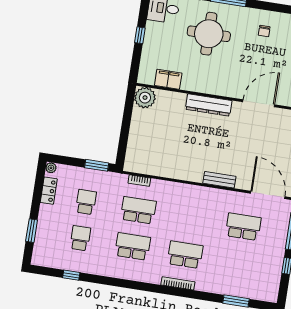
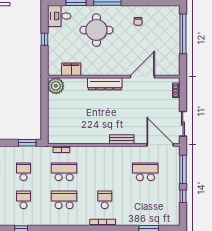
school desk: (185, 255) -> (105, 200), width x0.54

